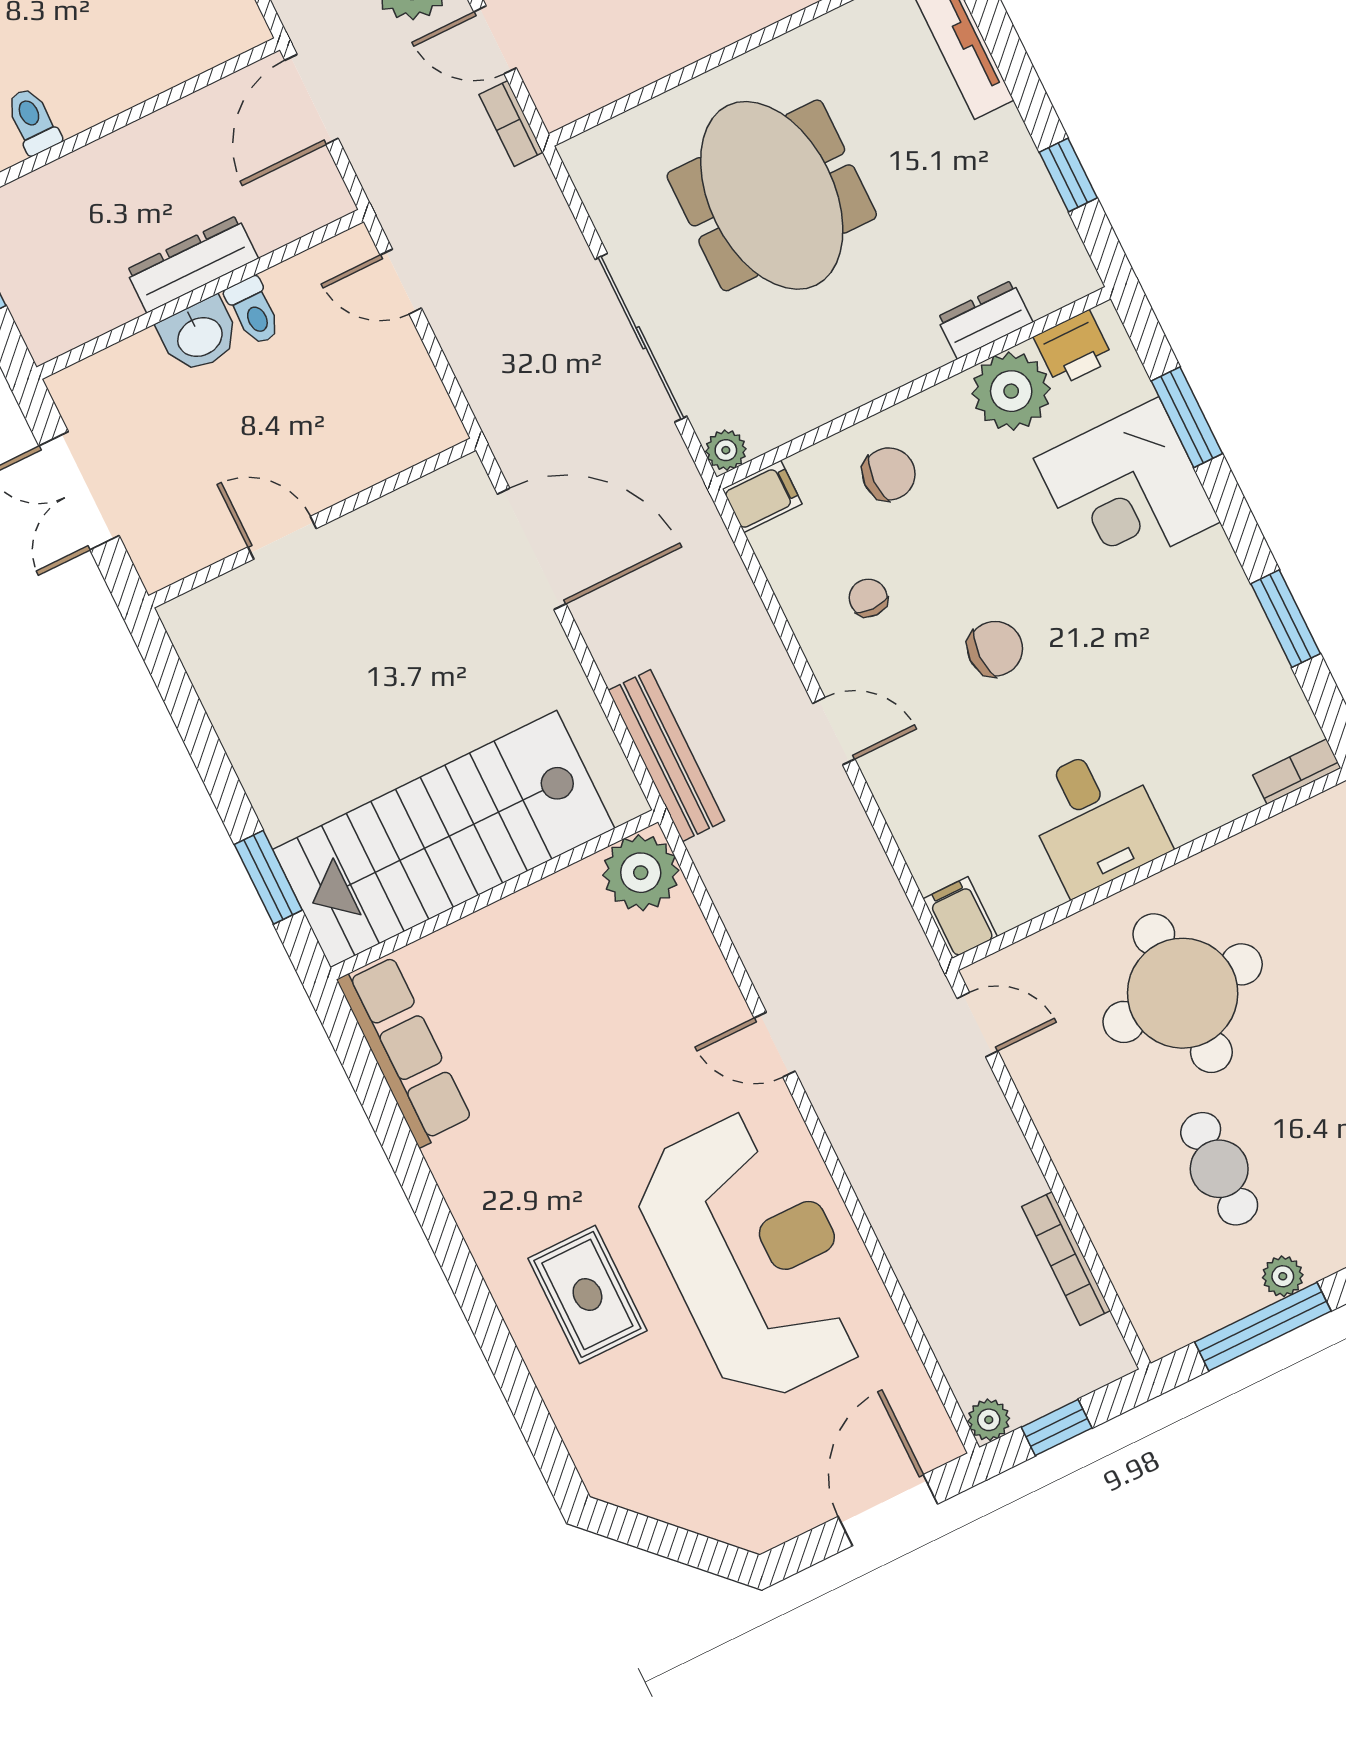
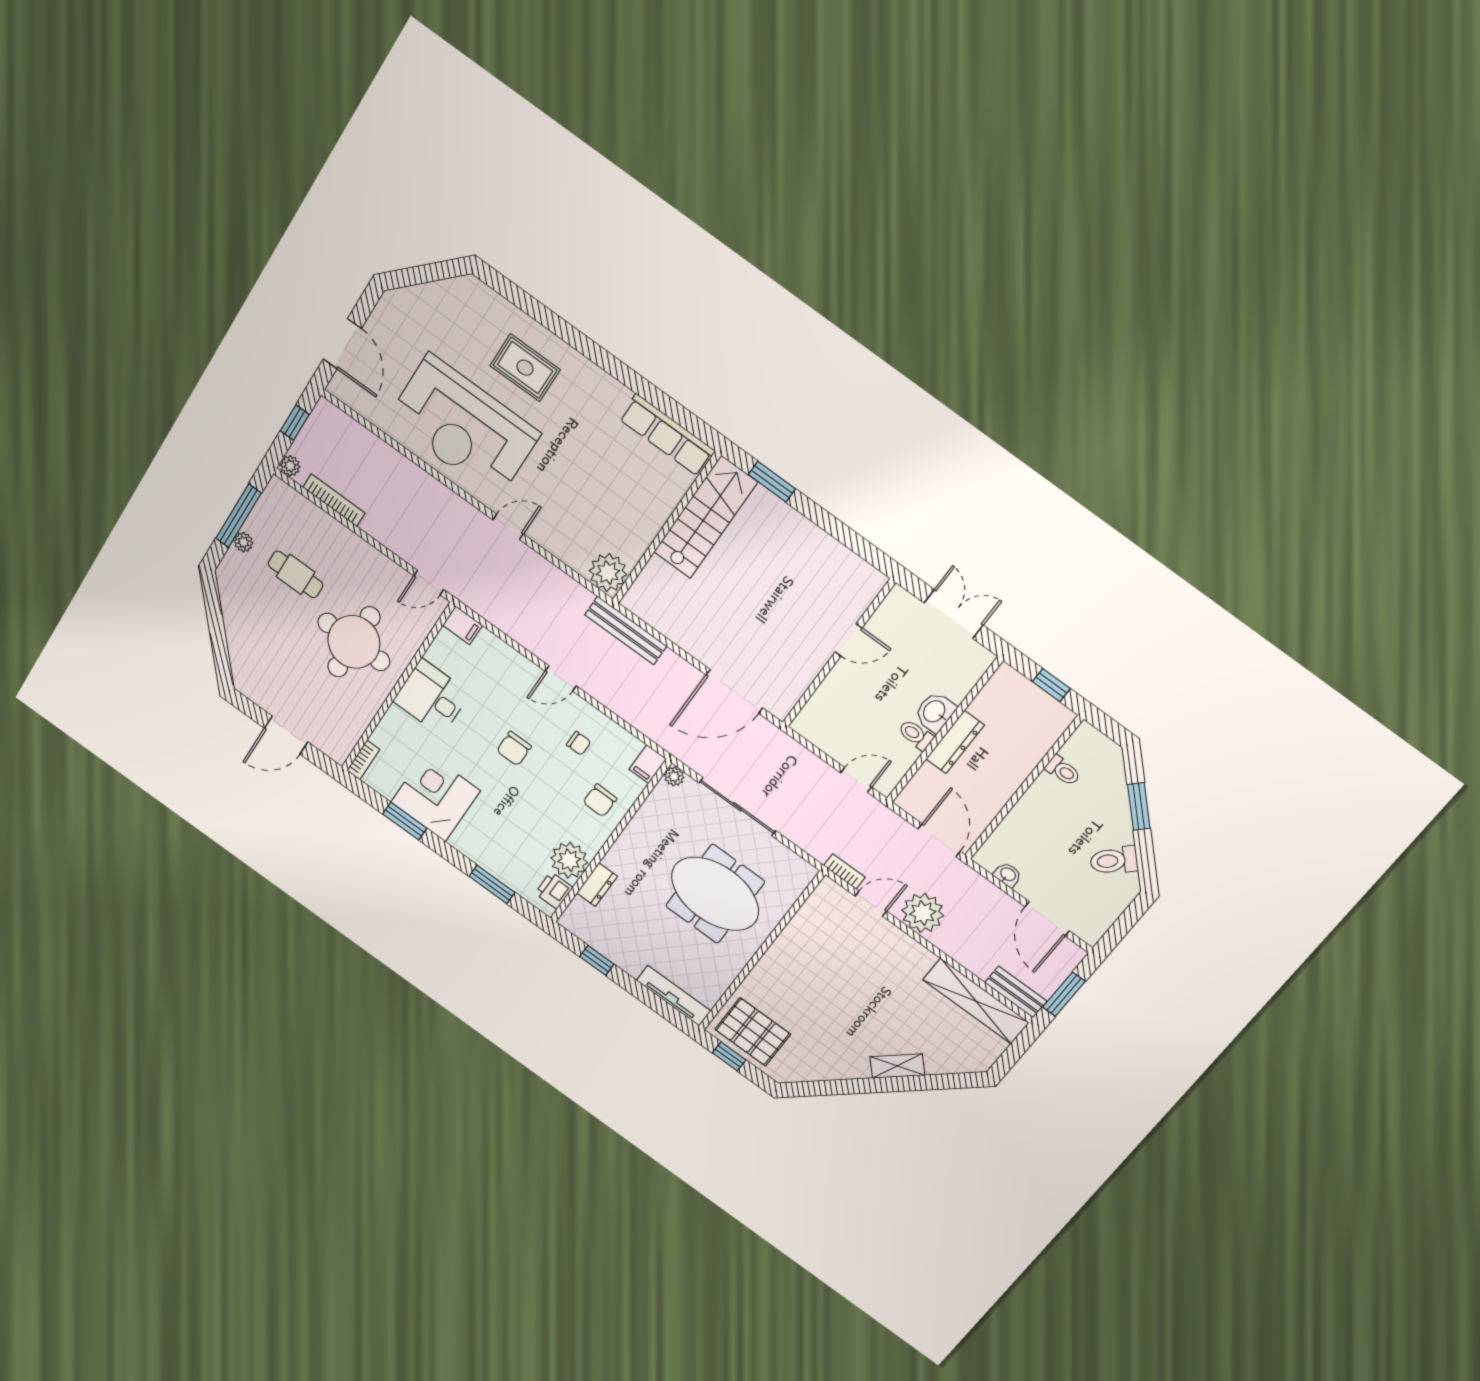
corner desk: (1127, 490) -> (435, 797), moved
stairs: (444, 839) -> (705, 517), width x0.73, depth x0.66
plant: (989, 1420) -> (290, 466), moved

